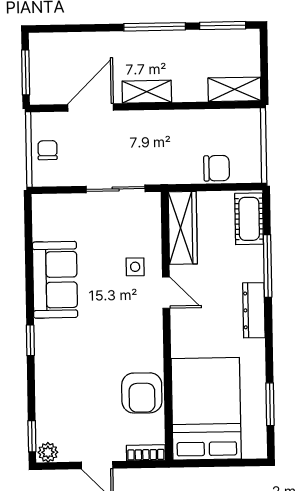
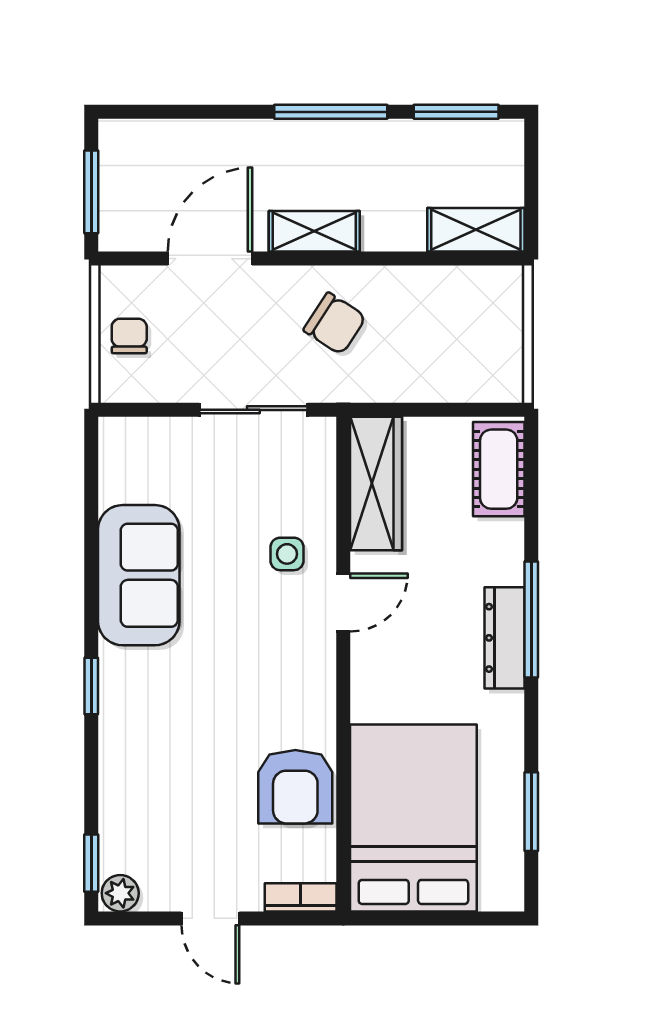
chair: (217, 168) -> (335, 324), moved, turned 33
window: (268, 266) -> (531, 619), moved
door: (166, 293) -> (343, 603), hinge flipped

